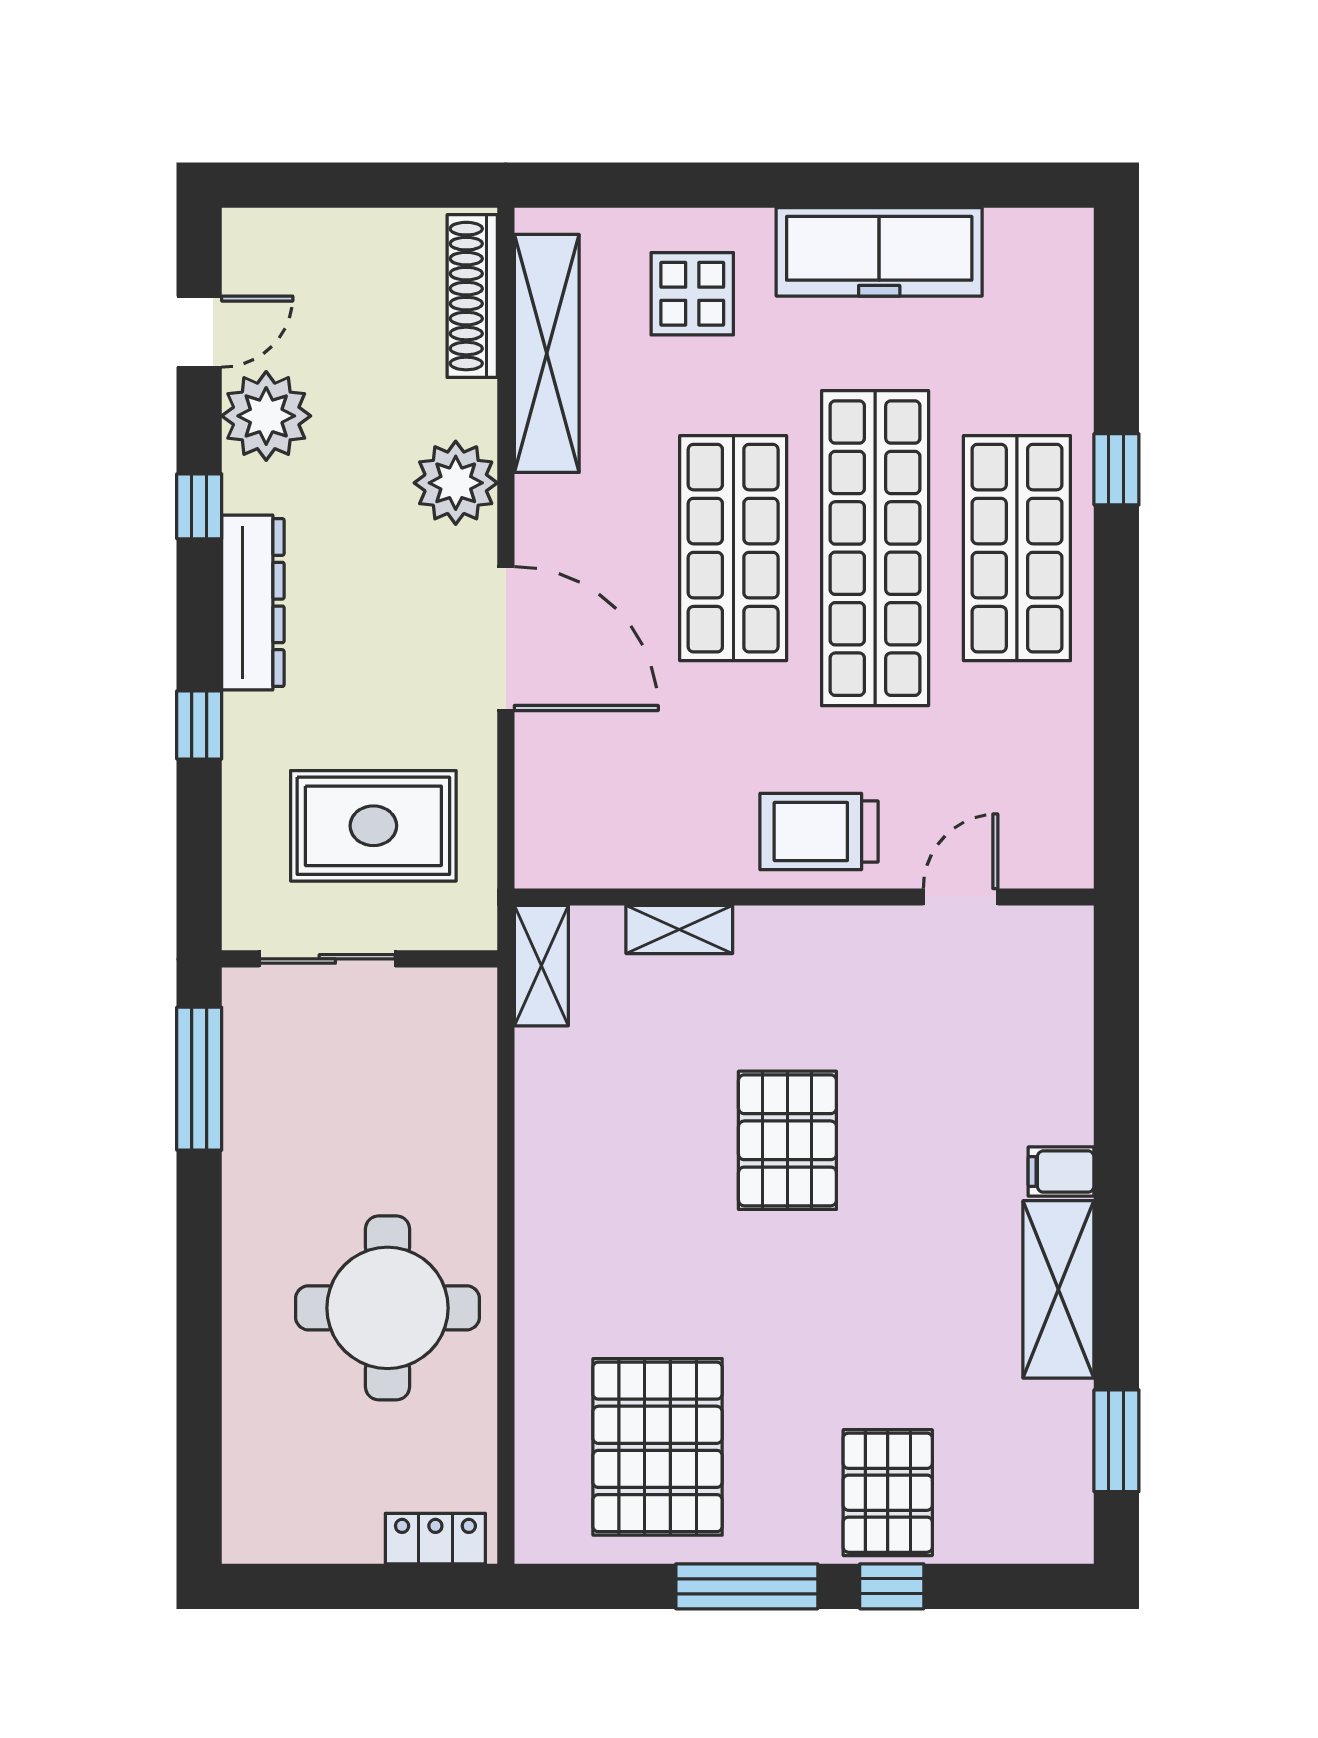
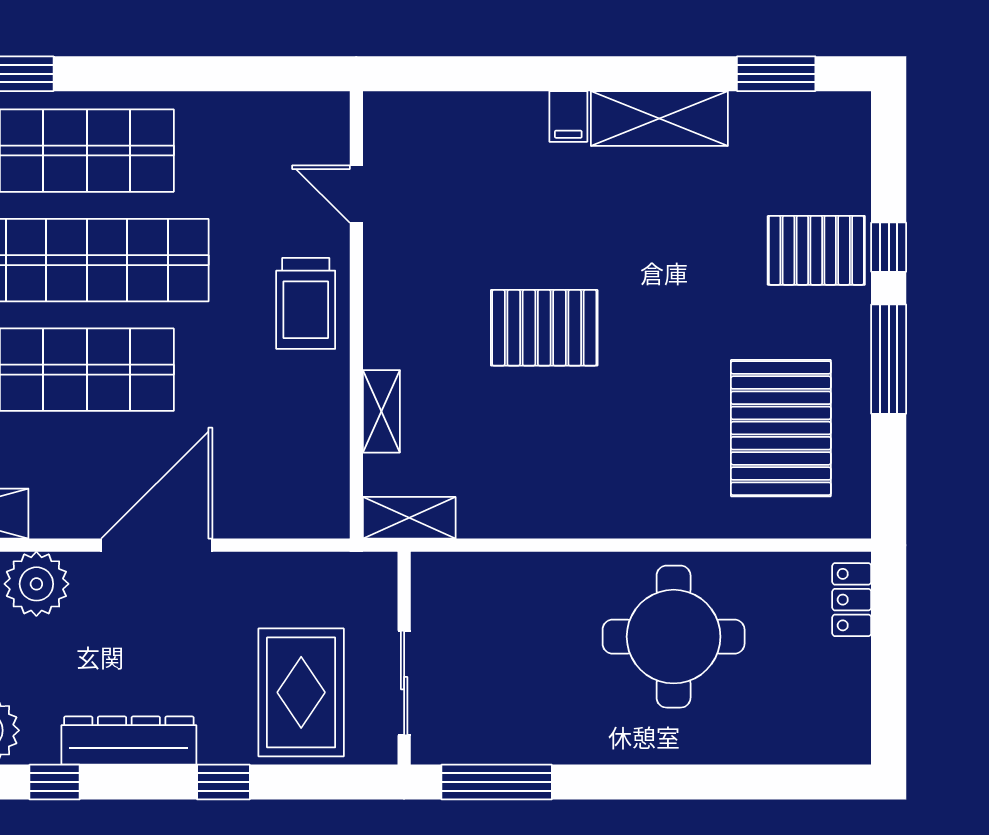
rug: (373, 826) -> (301, 692), moved
pallet: (658, 1447) -> (781, 428), turned 90

